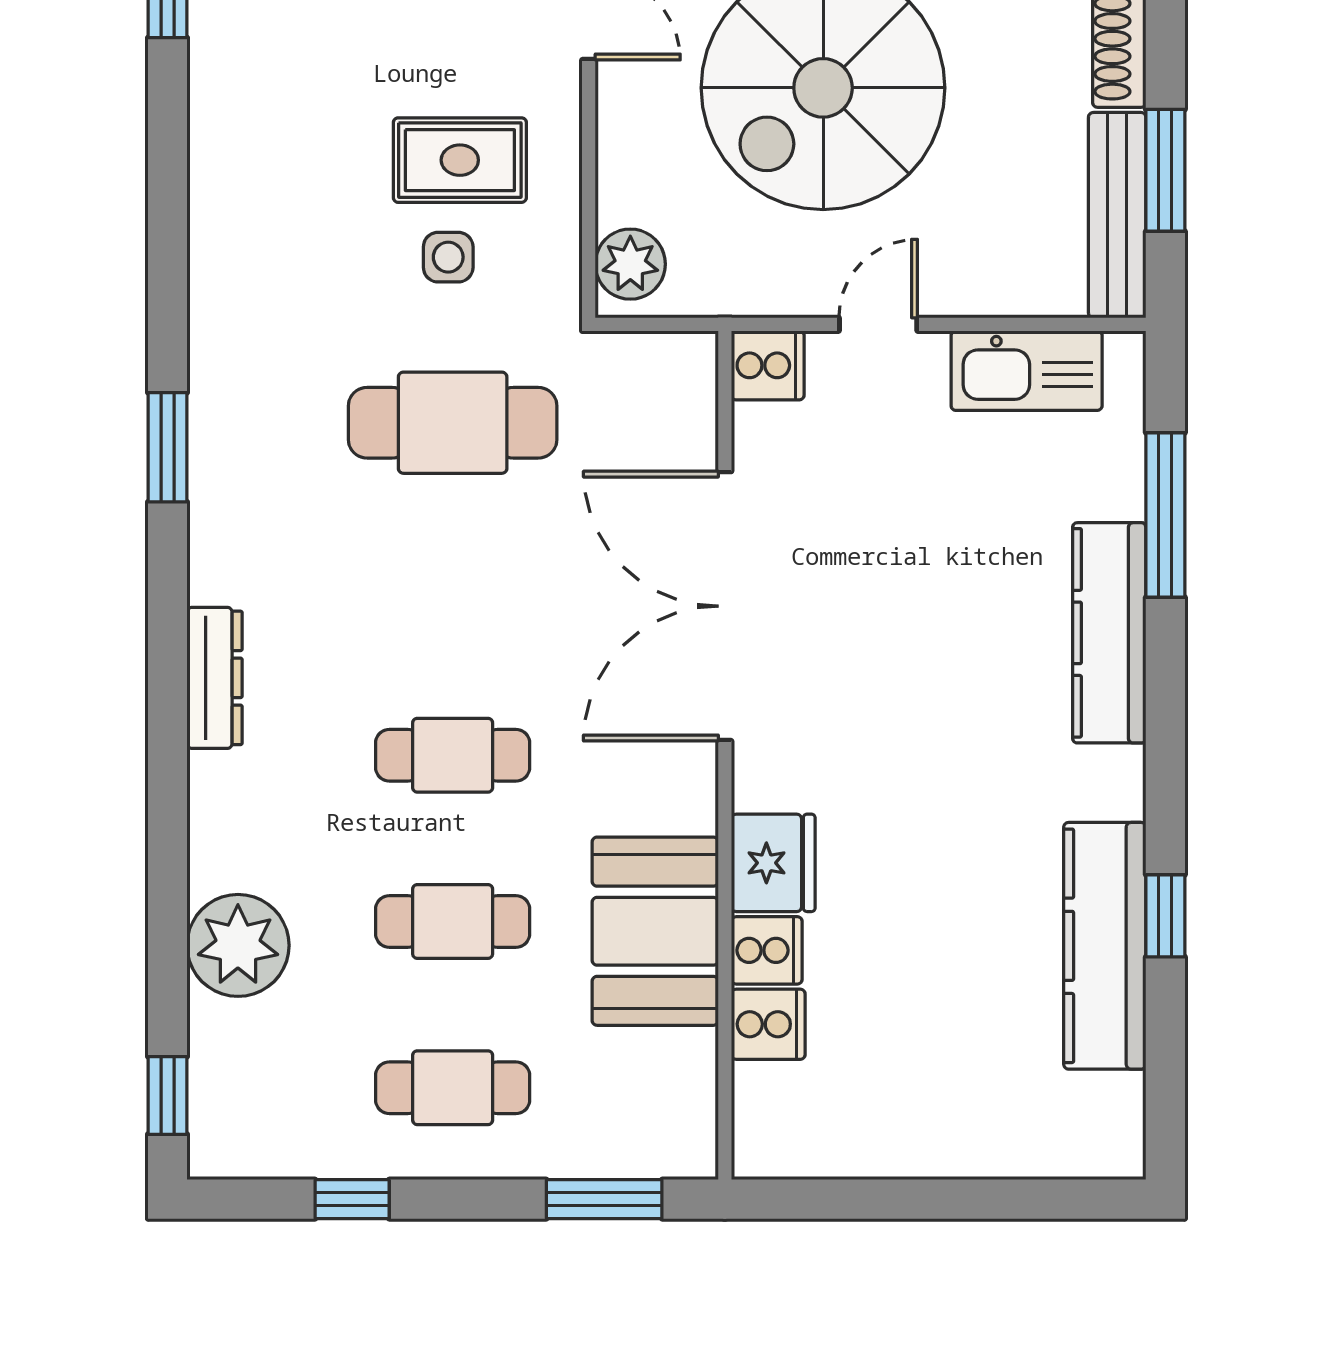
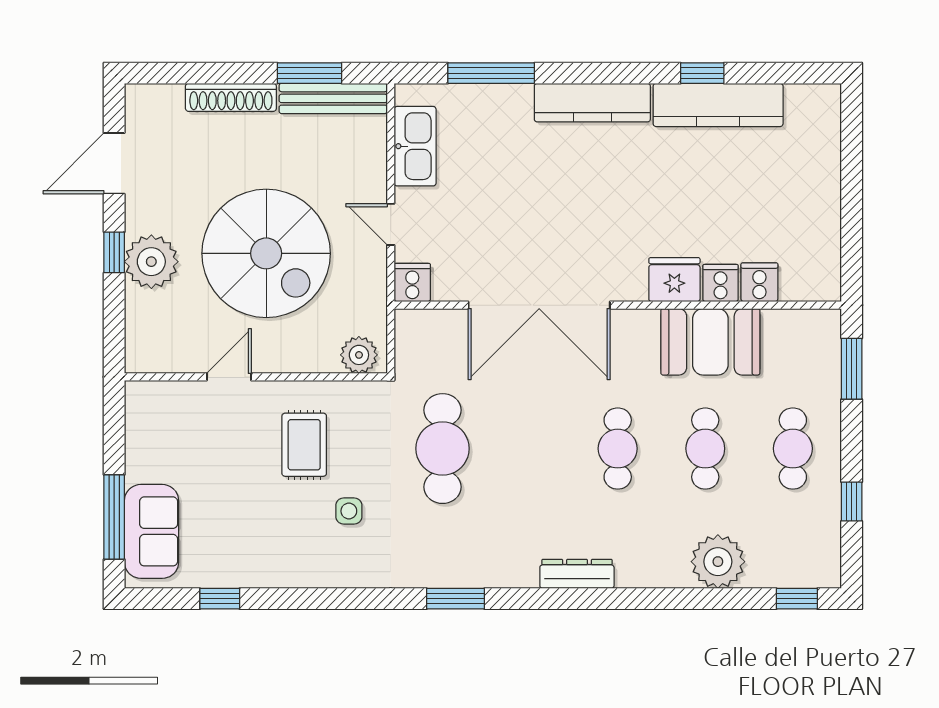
side table: (448, 257) -> (349, 511), moved
kitchen counter: (1109, 633) -> (592, 103), moved

